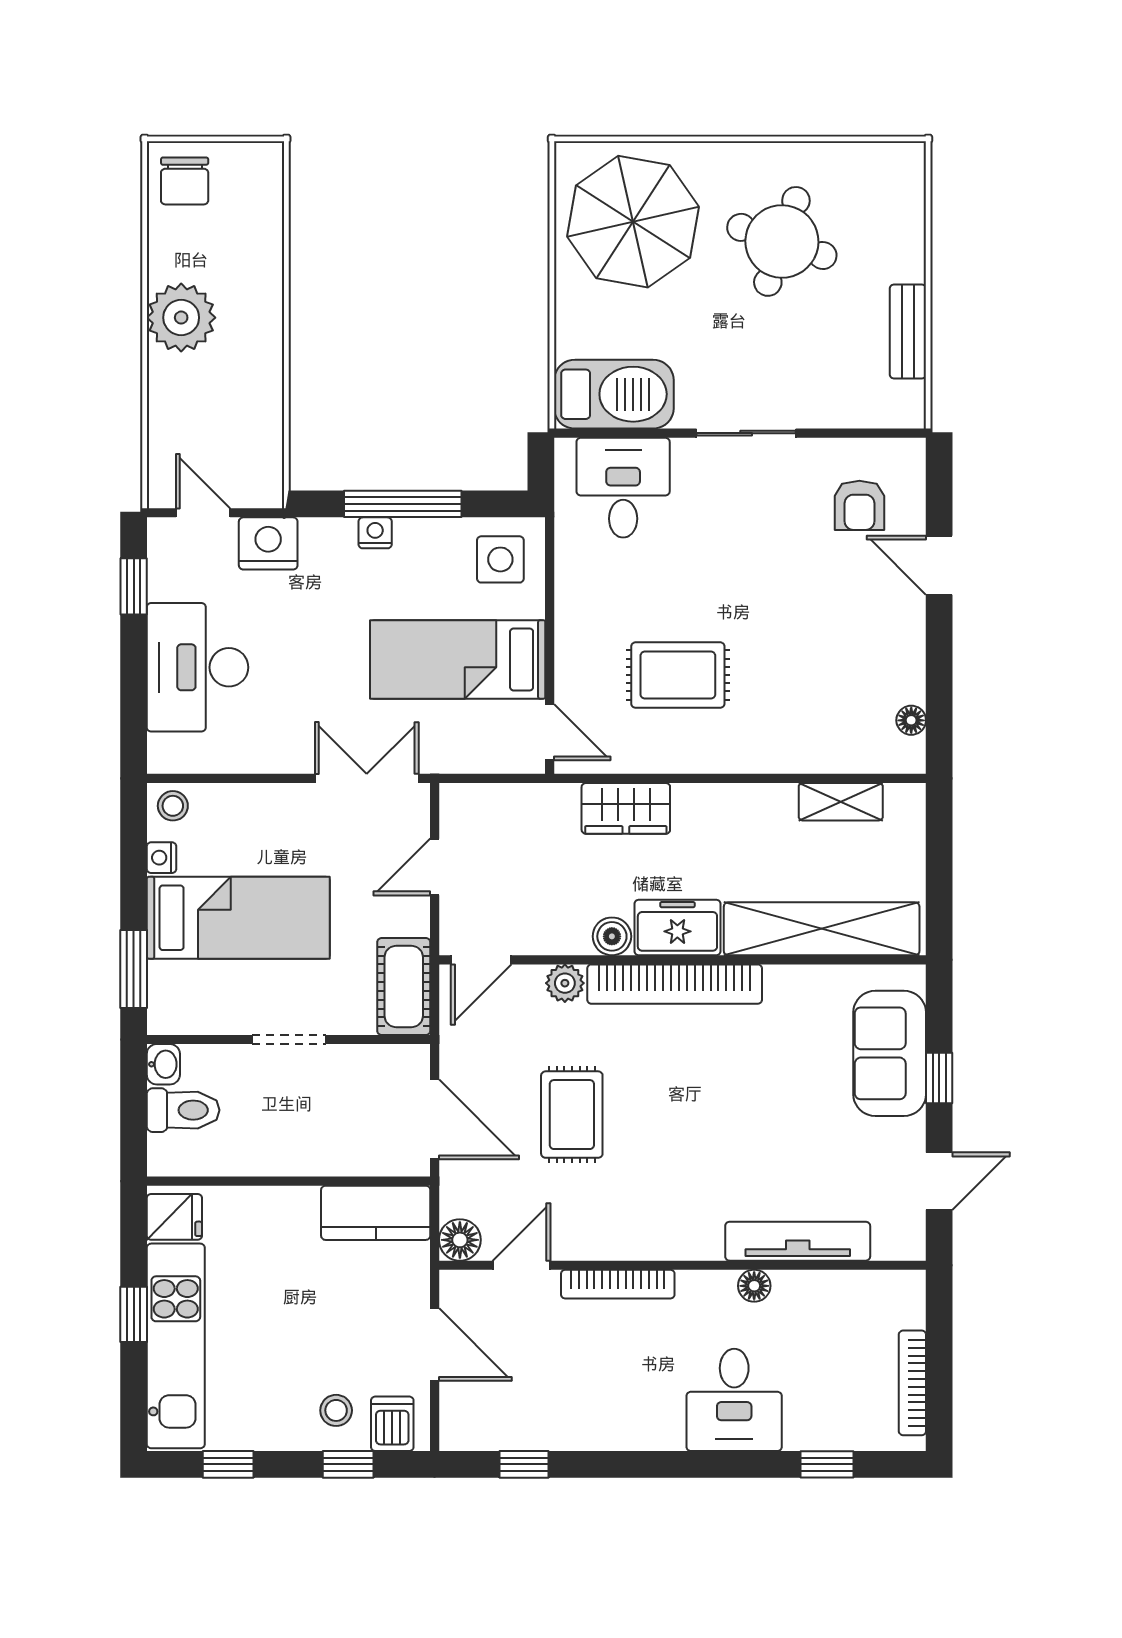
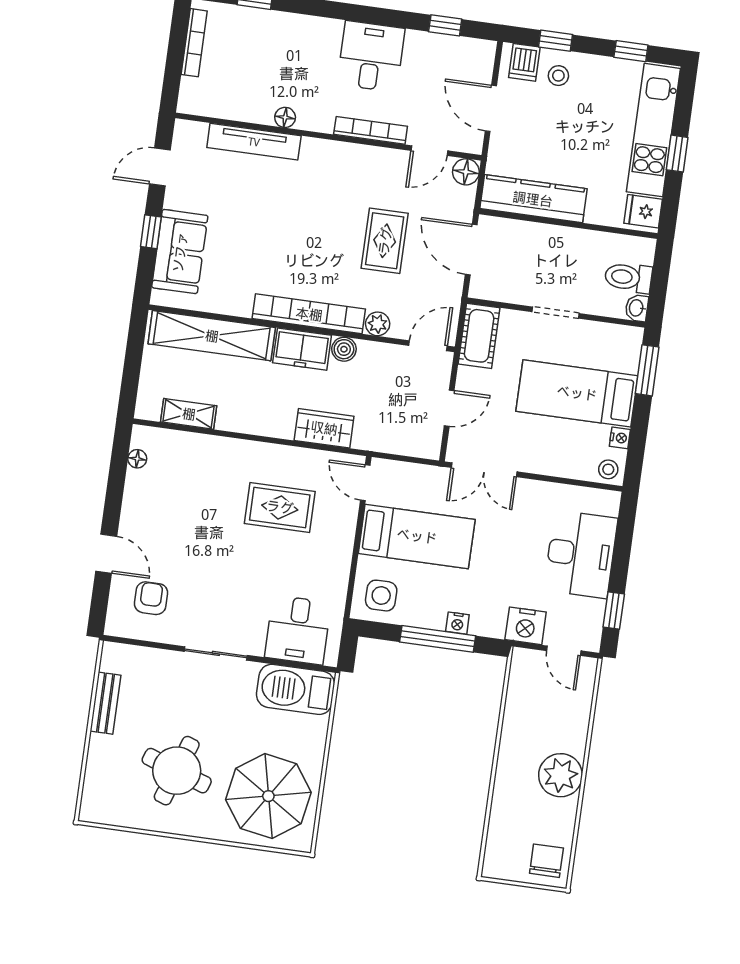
kitchen counter: (376, 1213) -> (533, 199), width x1.50
desk: (734, 1400) -> (371, 56), moved

